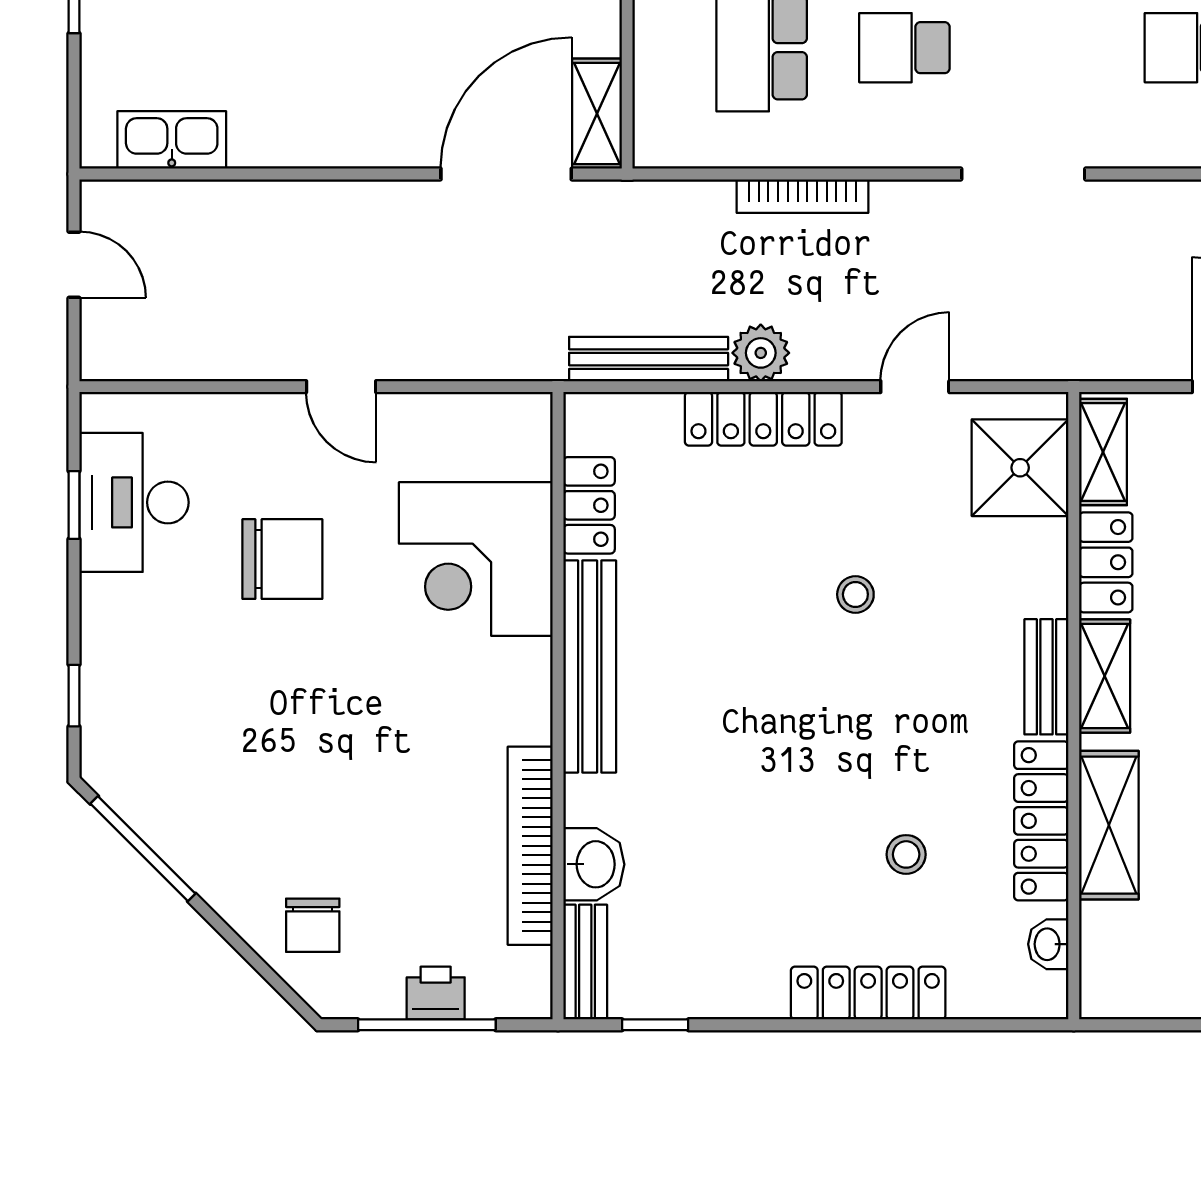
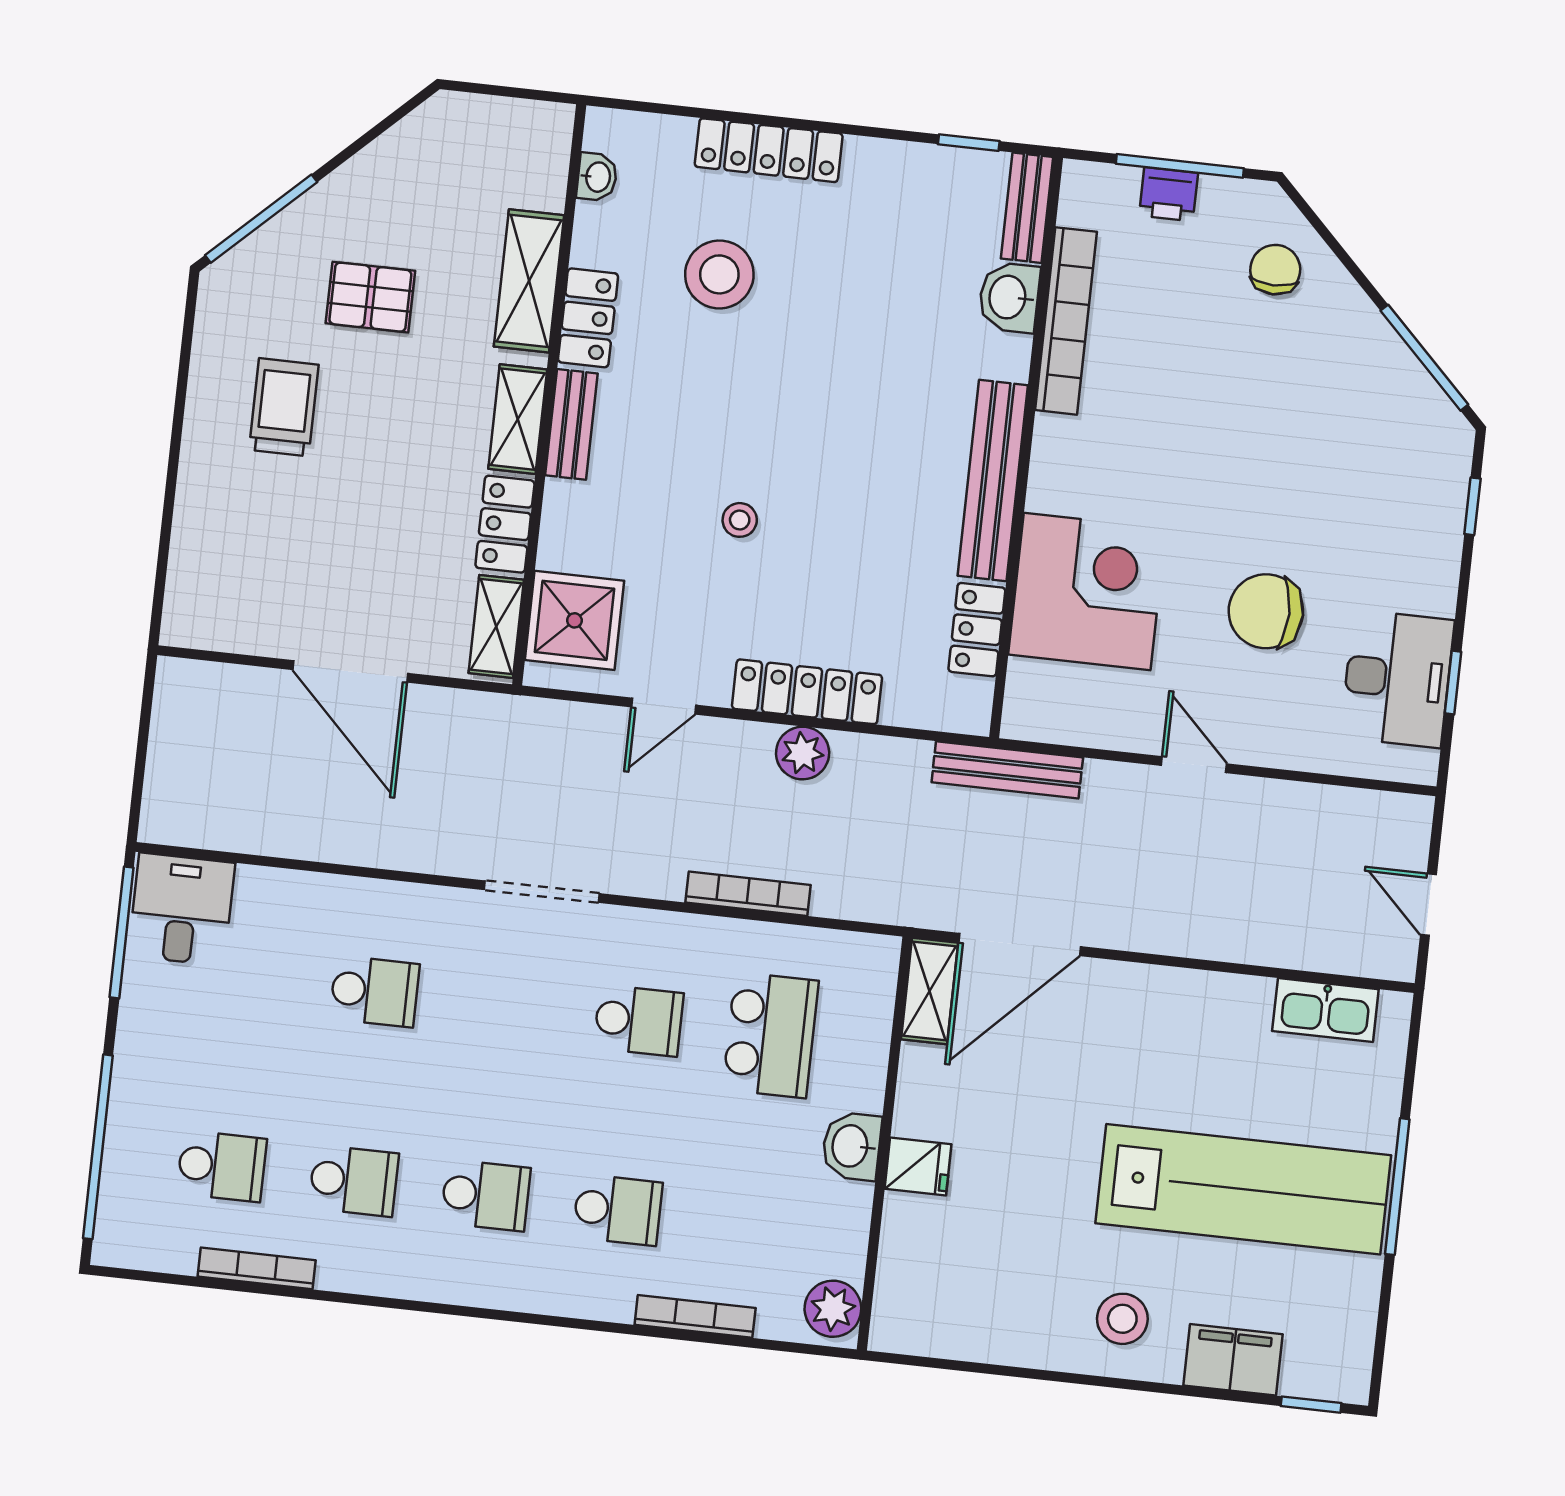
bench: (649, 359) -> (1007, 770), moved
locker: (1041, 821) -> (588, 318), width x0.66
stool: (906, 854) -> (719, 274), width x1.89, depth x1.89

